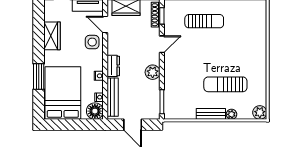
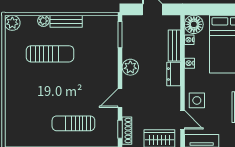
bench: (113, 97) -> (174, 45), width x0.73

